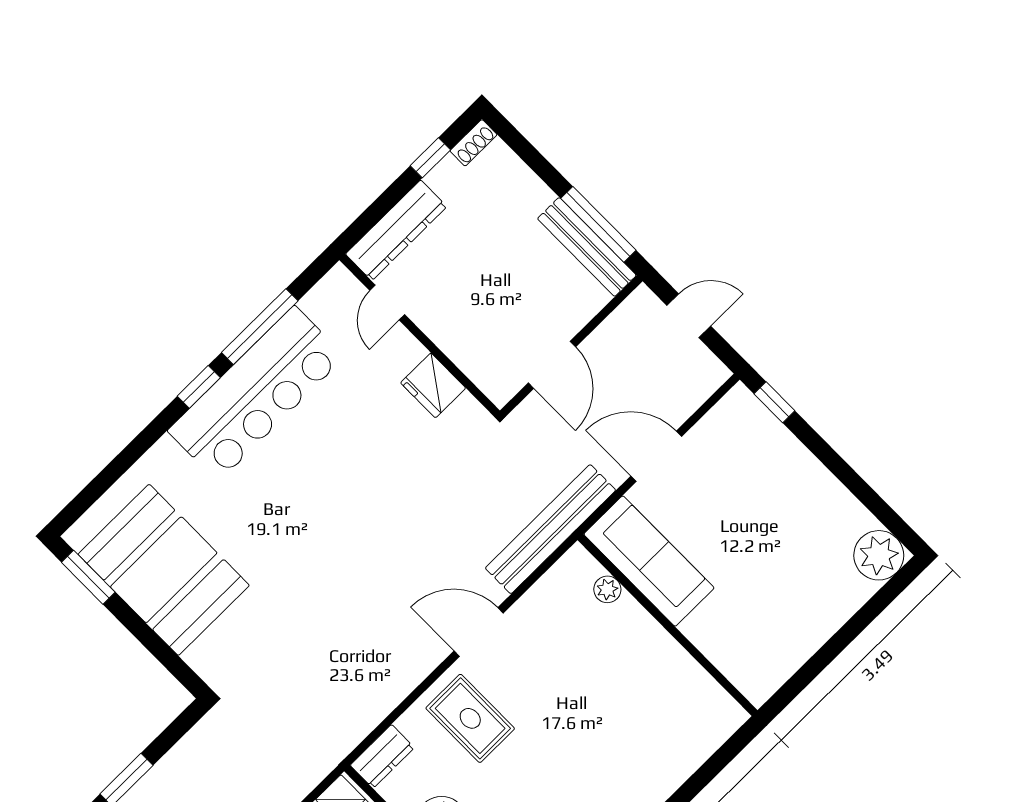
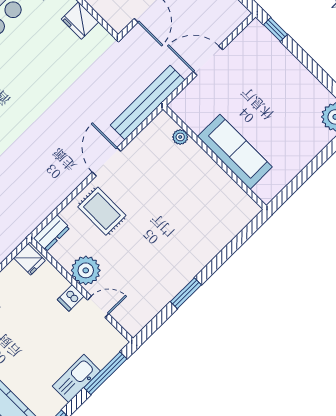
sofa: (649, 561) -> (235, 152), moved
door: (479, 632) -> (107, 162), hinge flipped

